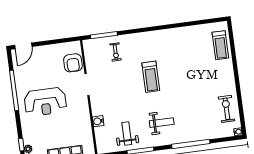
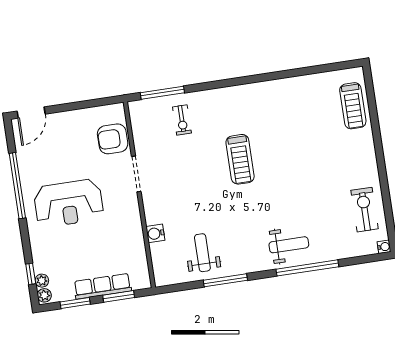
armchair: (73, 63) -> (113, 139), turned 90
weight bench: (162, 123) -> (289, 245), moved

